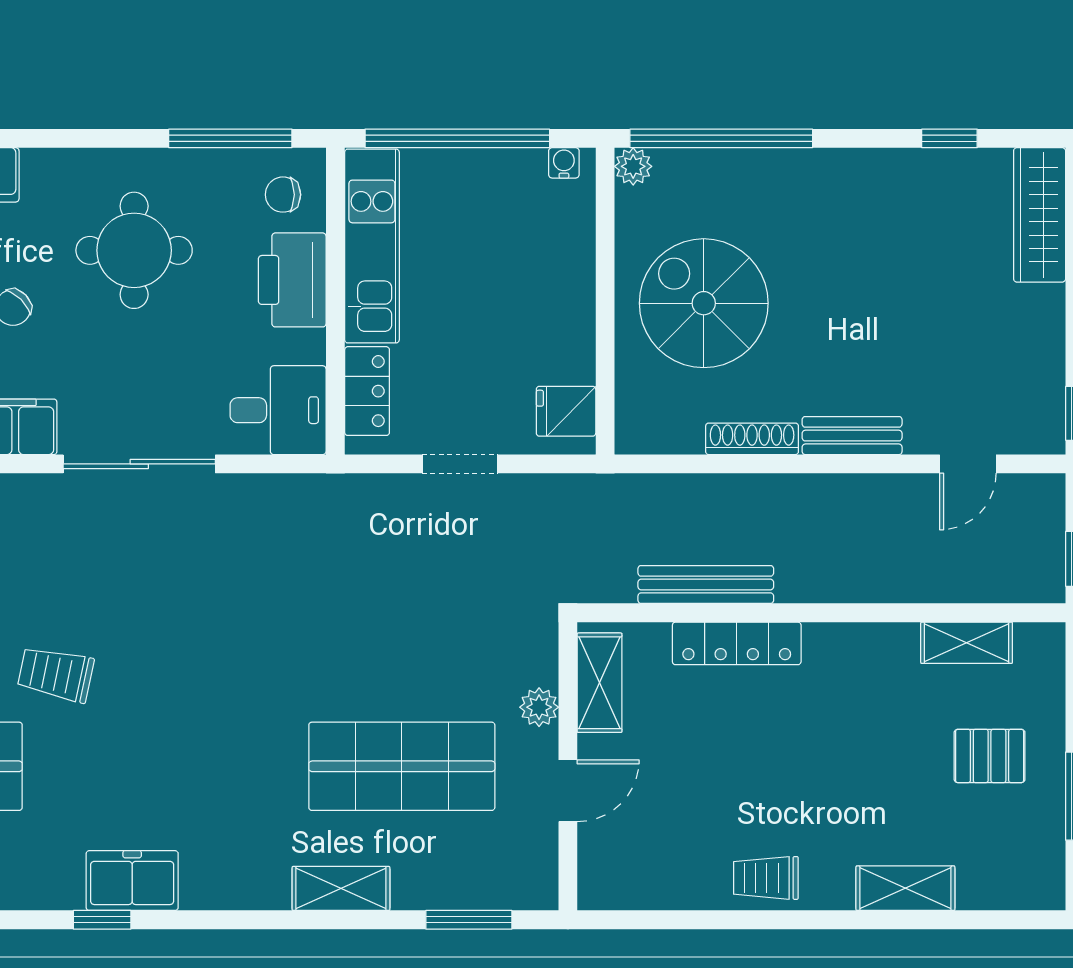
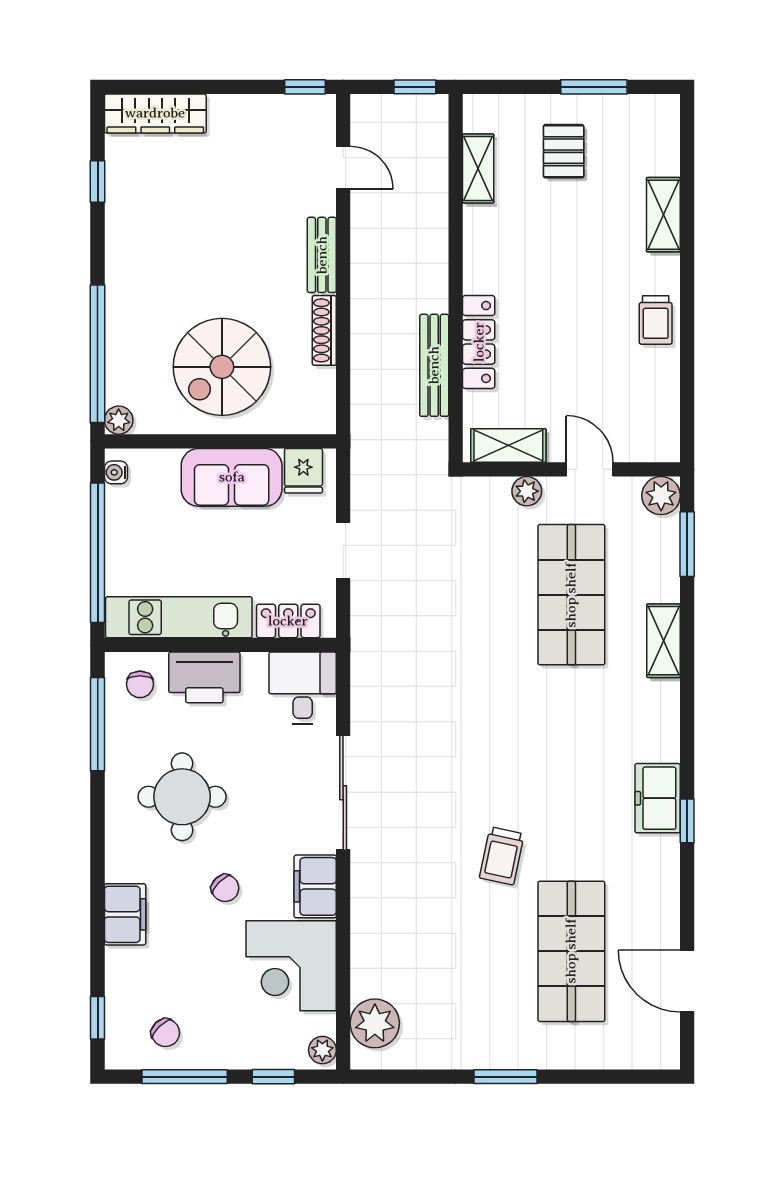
sofa: (557, 316) -> (232, 477), added
plant: (533, 885) -> (661, 496), added

